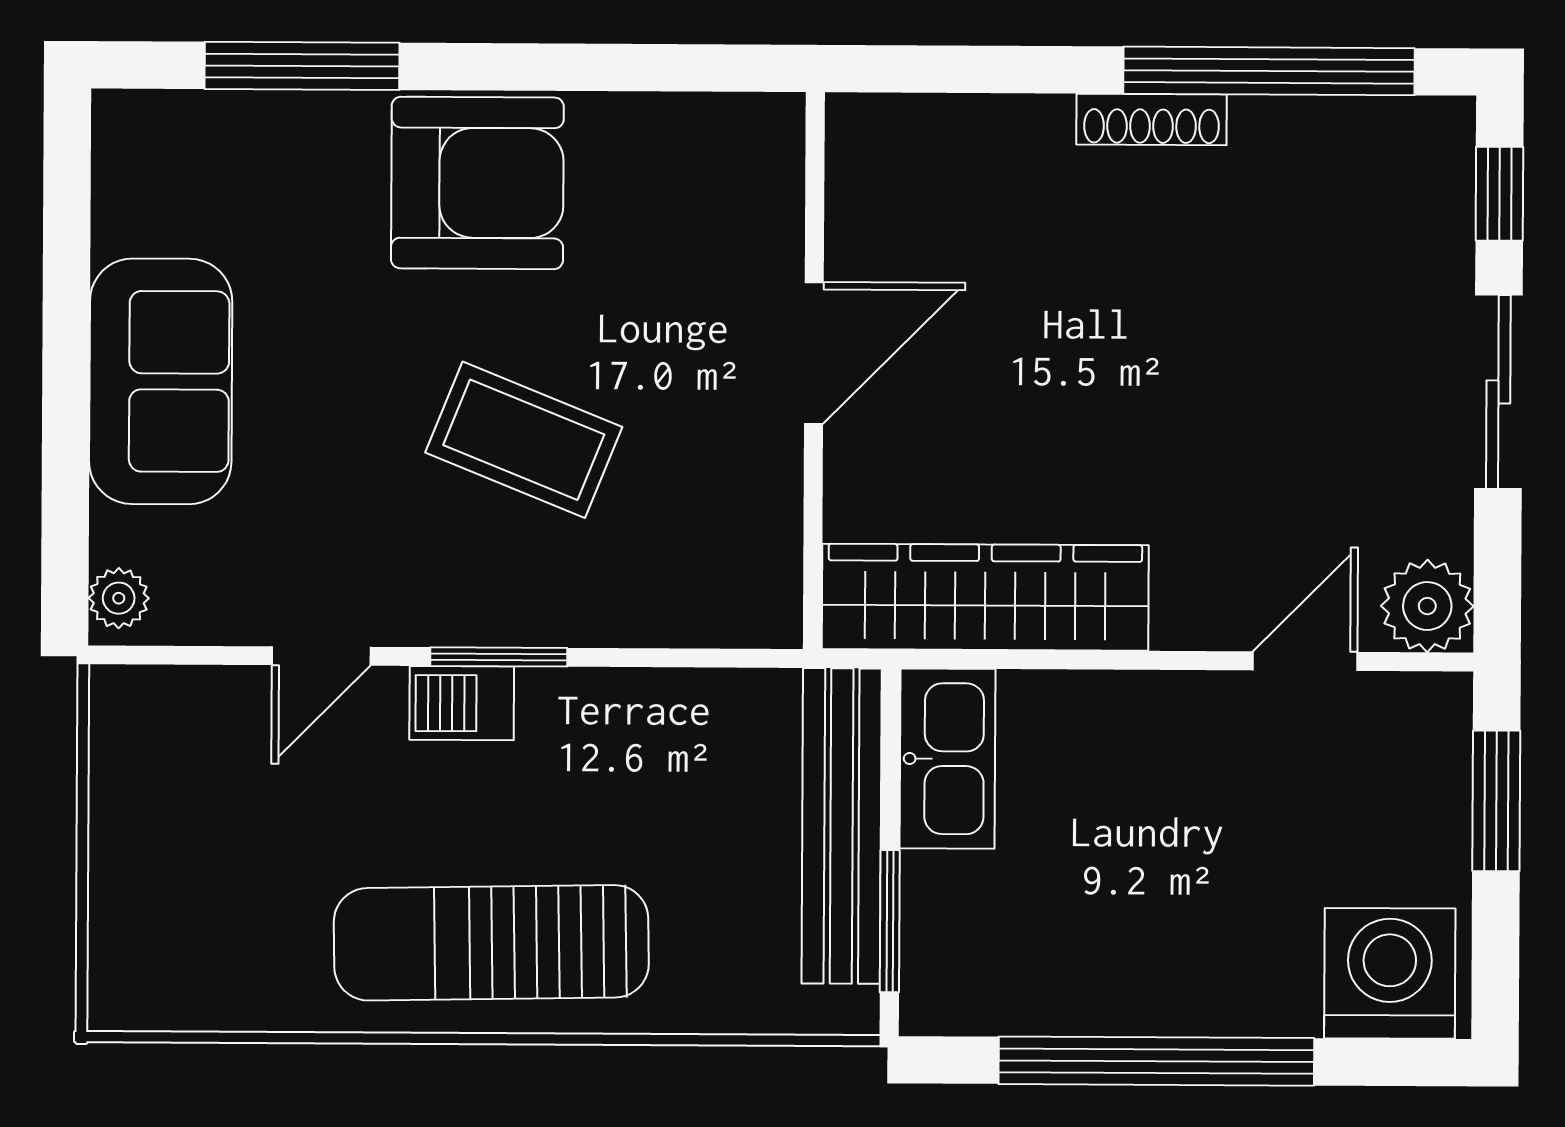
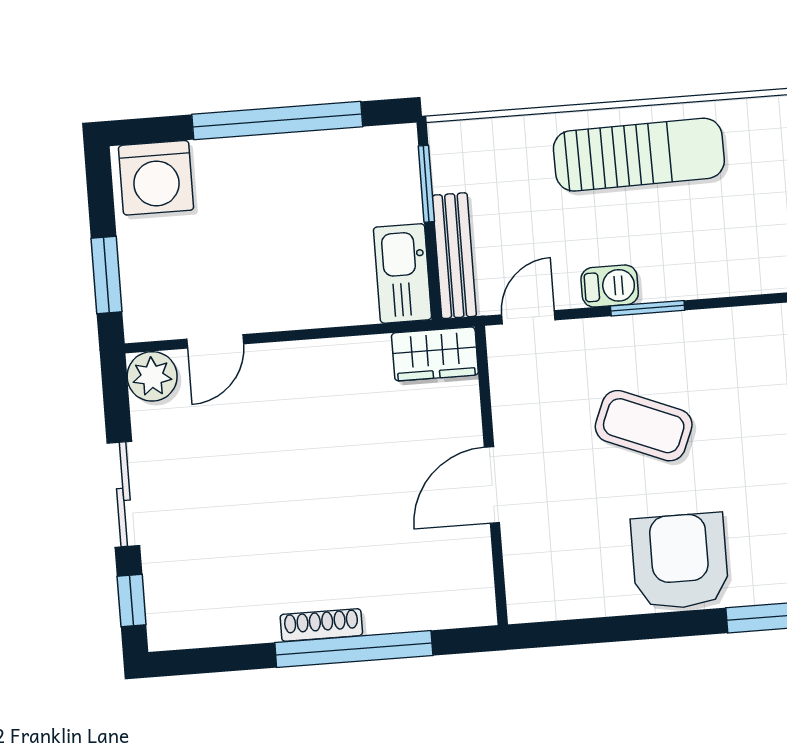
window: (1269, 71) -> (354, 649), moved
armchair: (477, 183) -> (680, 561), turned 90
wardrobe: (985, 597) -> (435, 354), width x0.48, depth x0.85
door: (321, 656) -> (528, 317), moved
barbecue: (462, 703) -> (610, 286), moved
bench: (842, 826) -> (454, 256), width x0.73, depth x0.82

